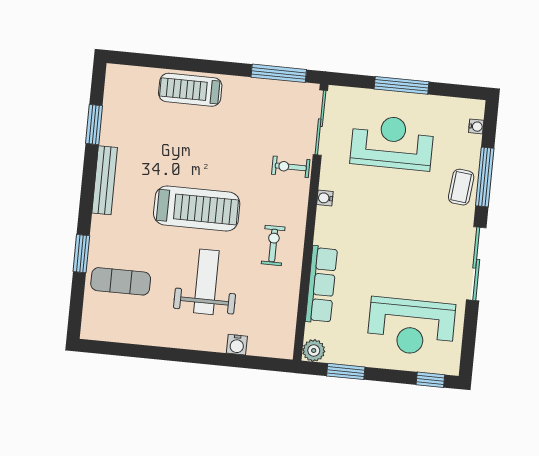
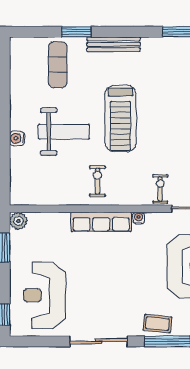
bench: (105, 180) -> (114, 44), moved
exercise bike: (273, 245) -> (97, 181), turned -90
row of seats: (321, 285) -> (101, 222), moved
water cooler: (237, 345) -> (17, 138), moved

